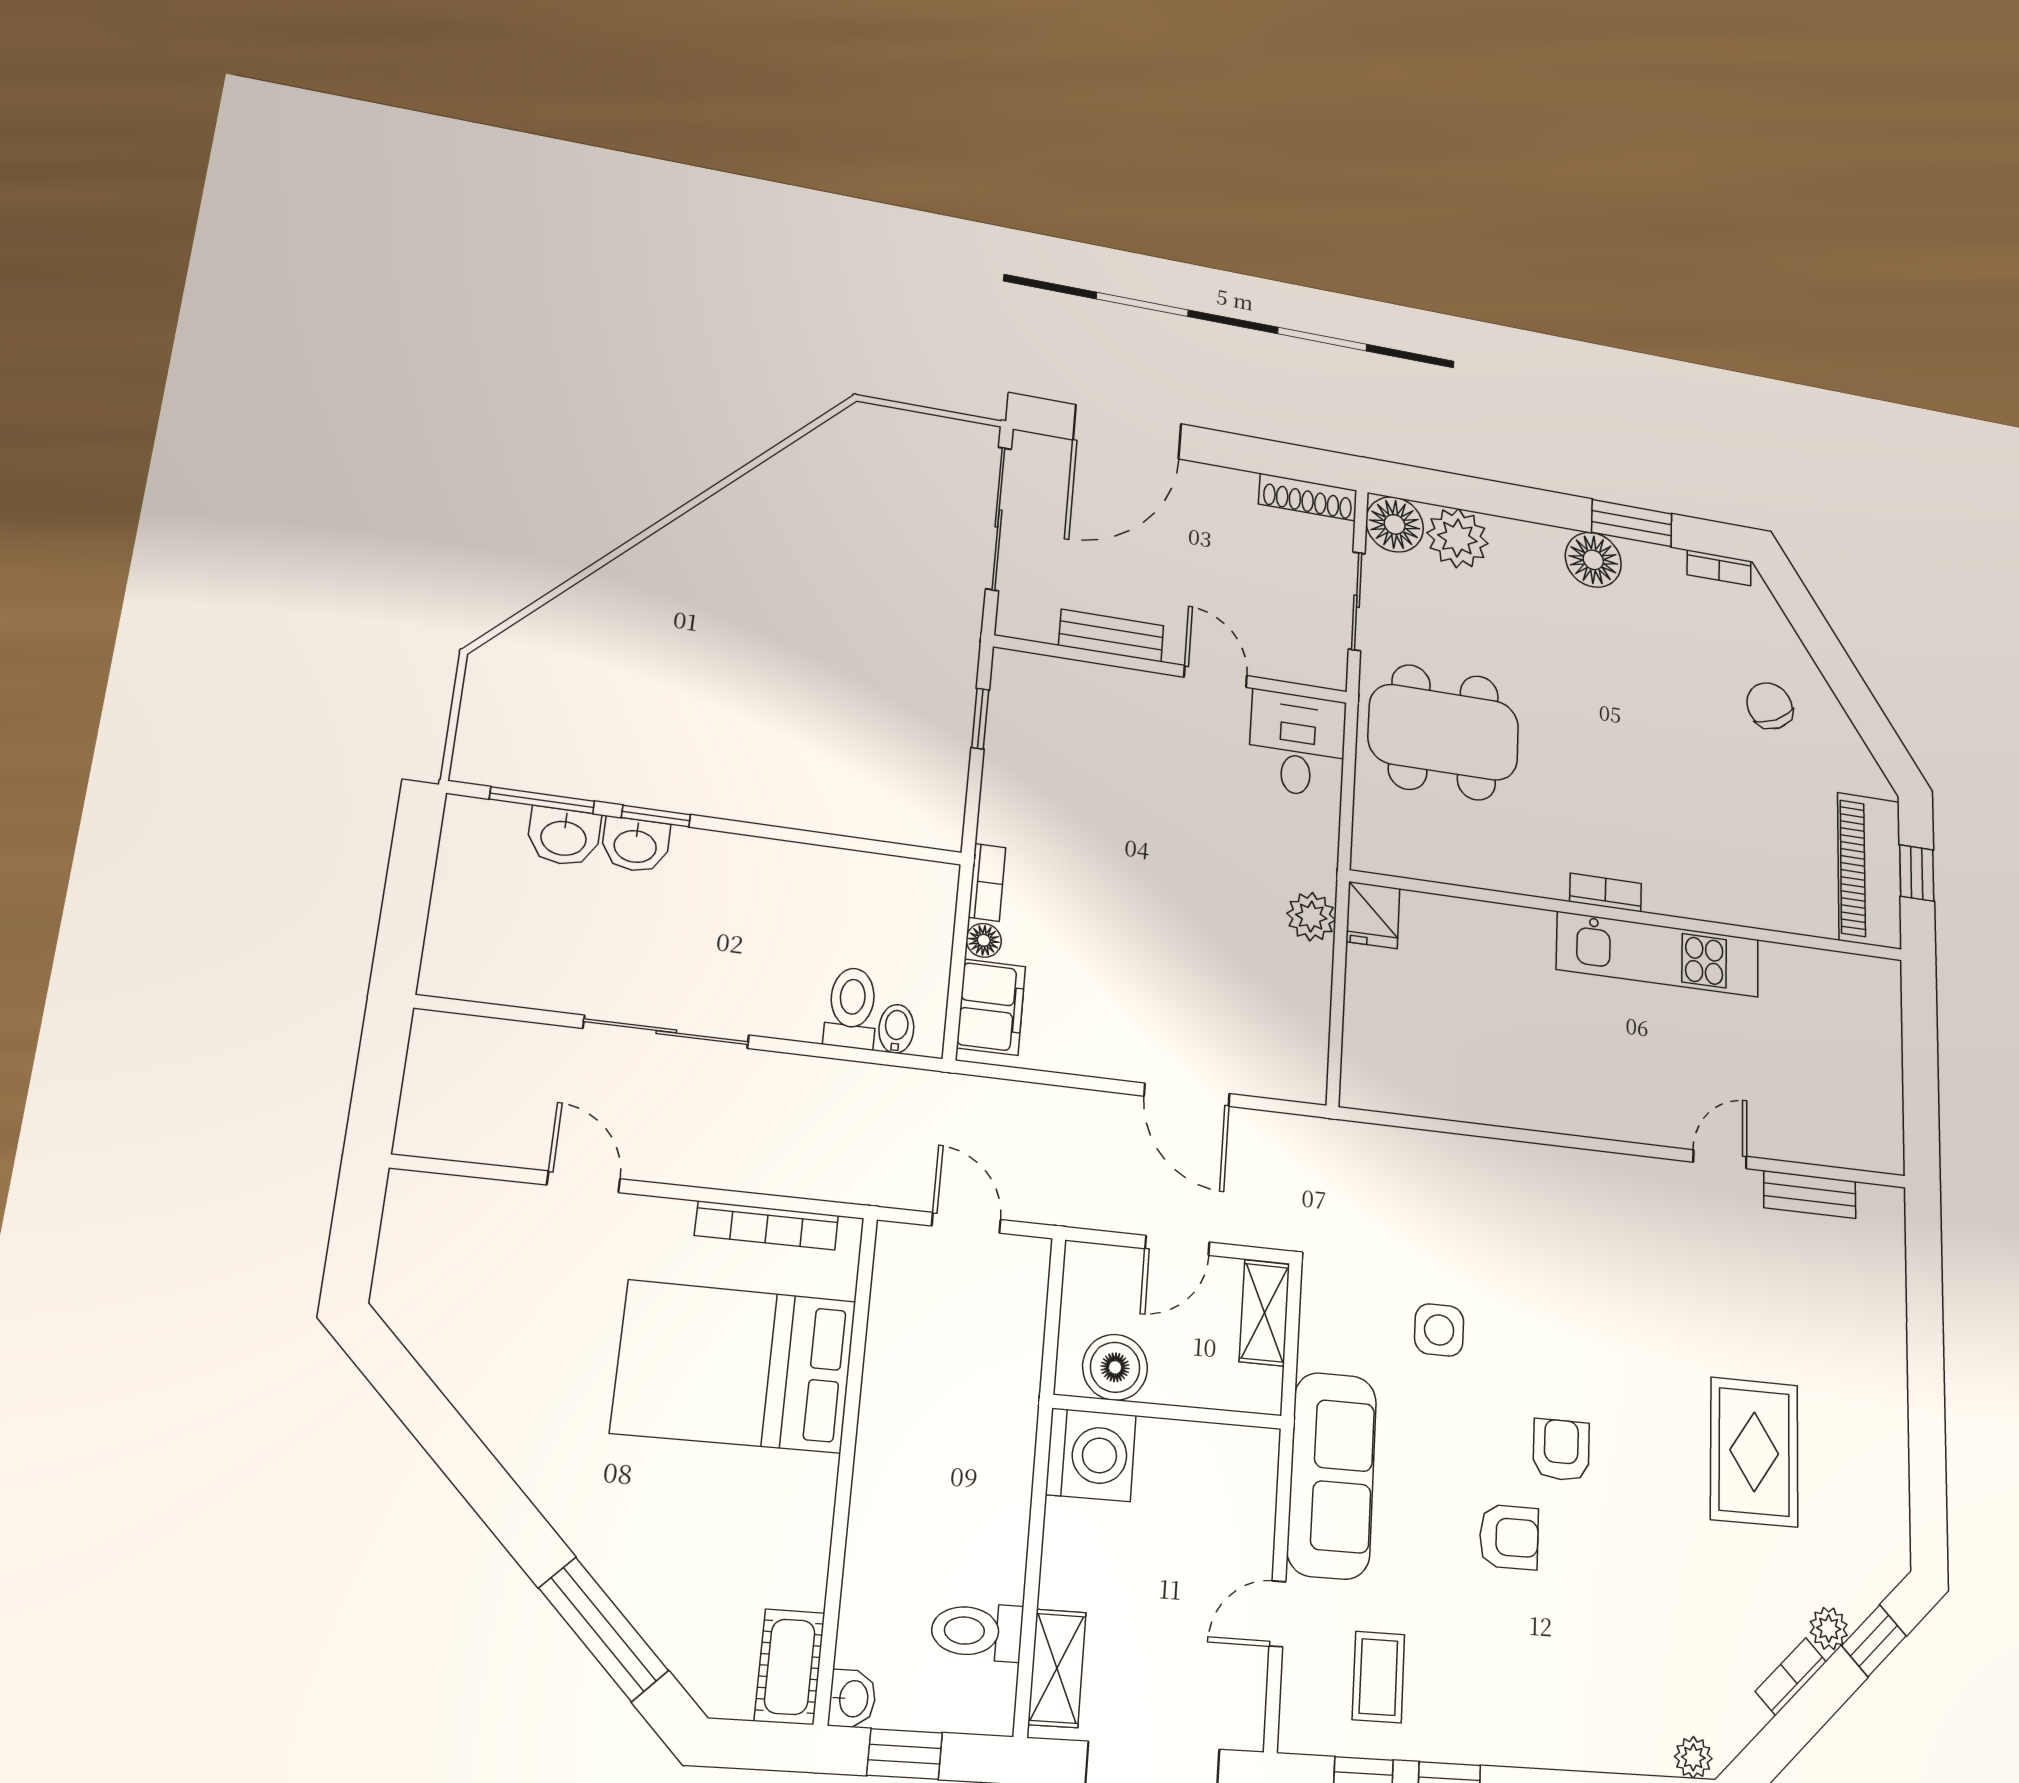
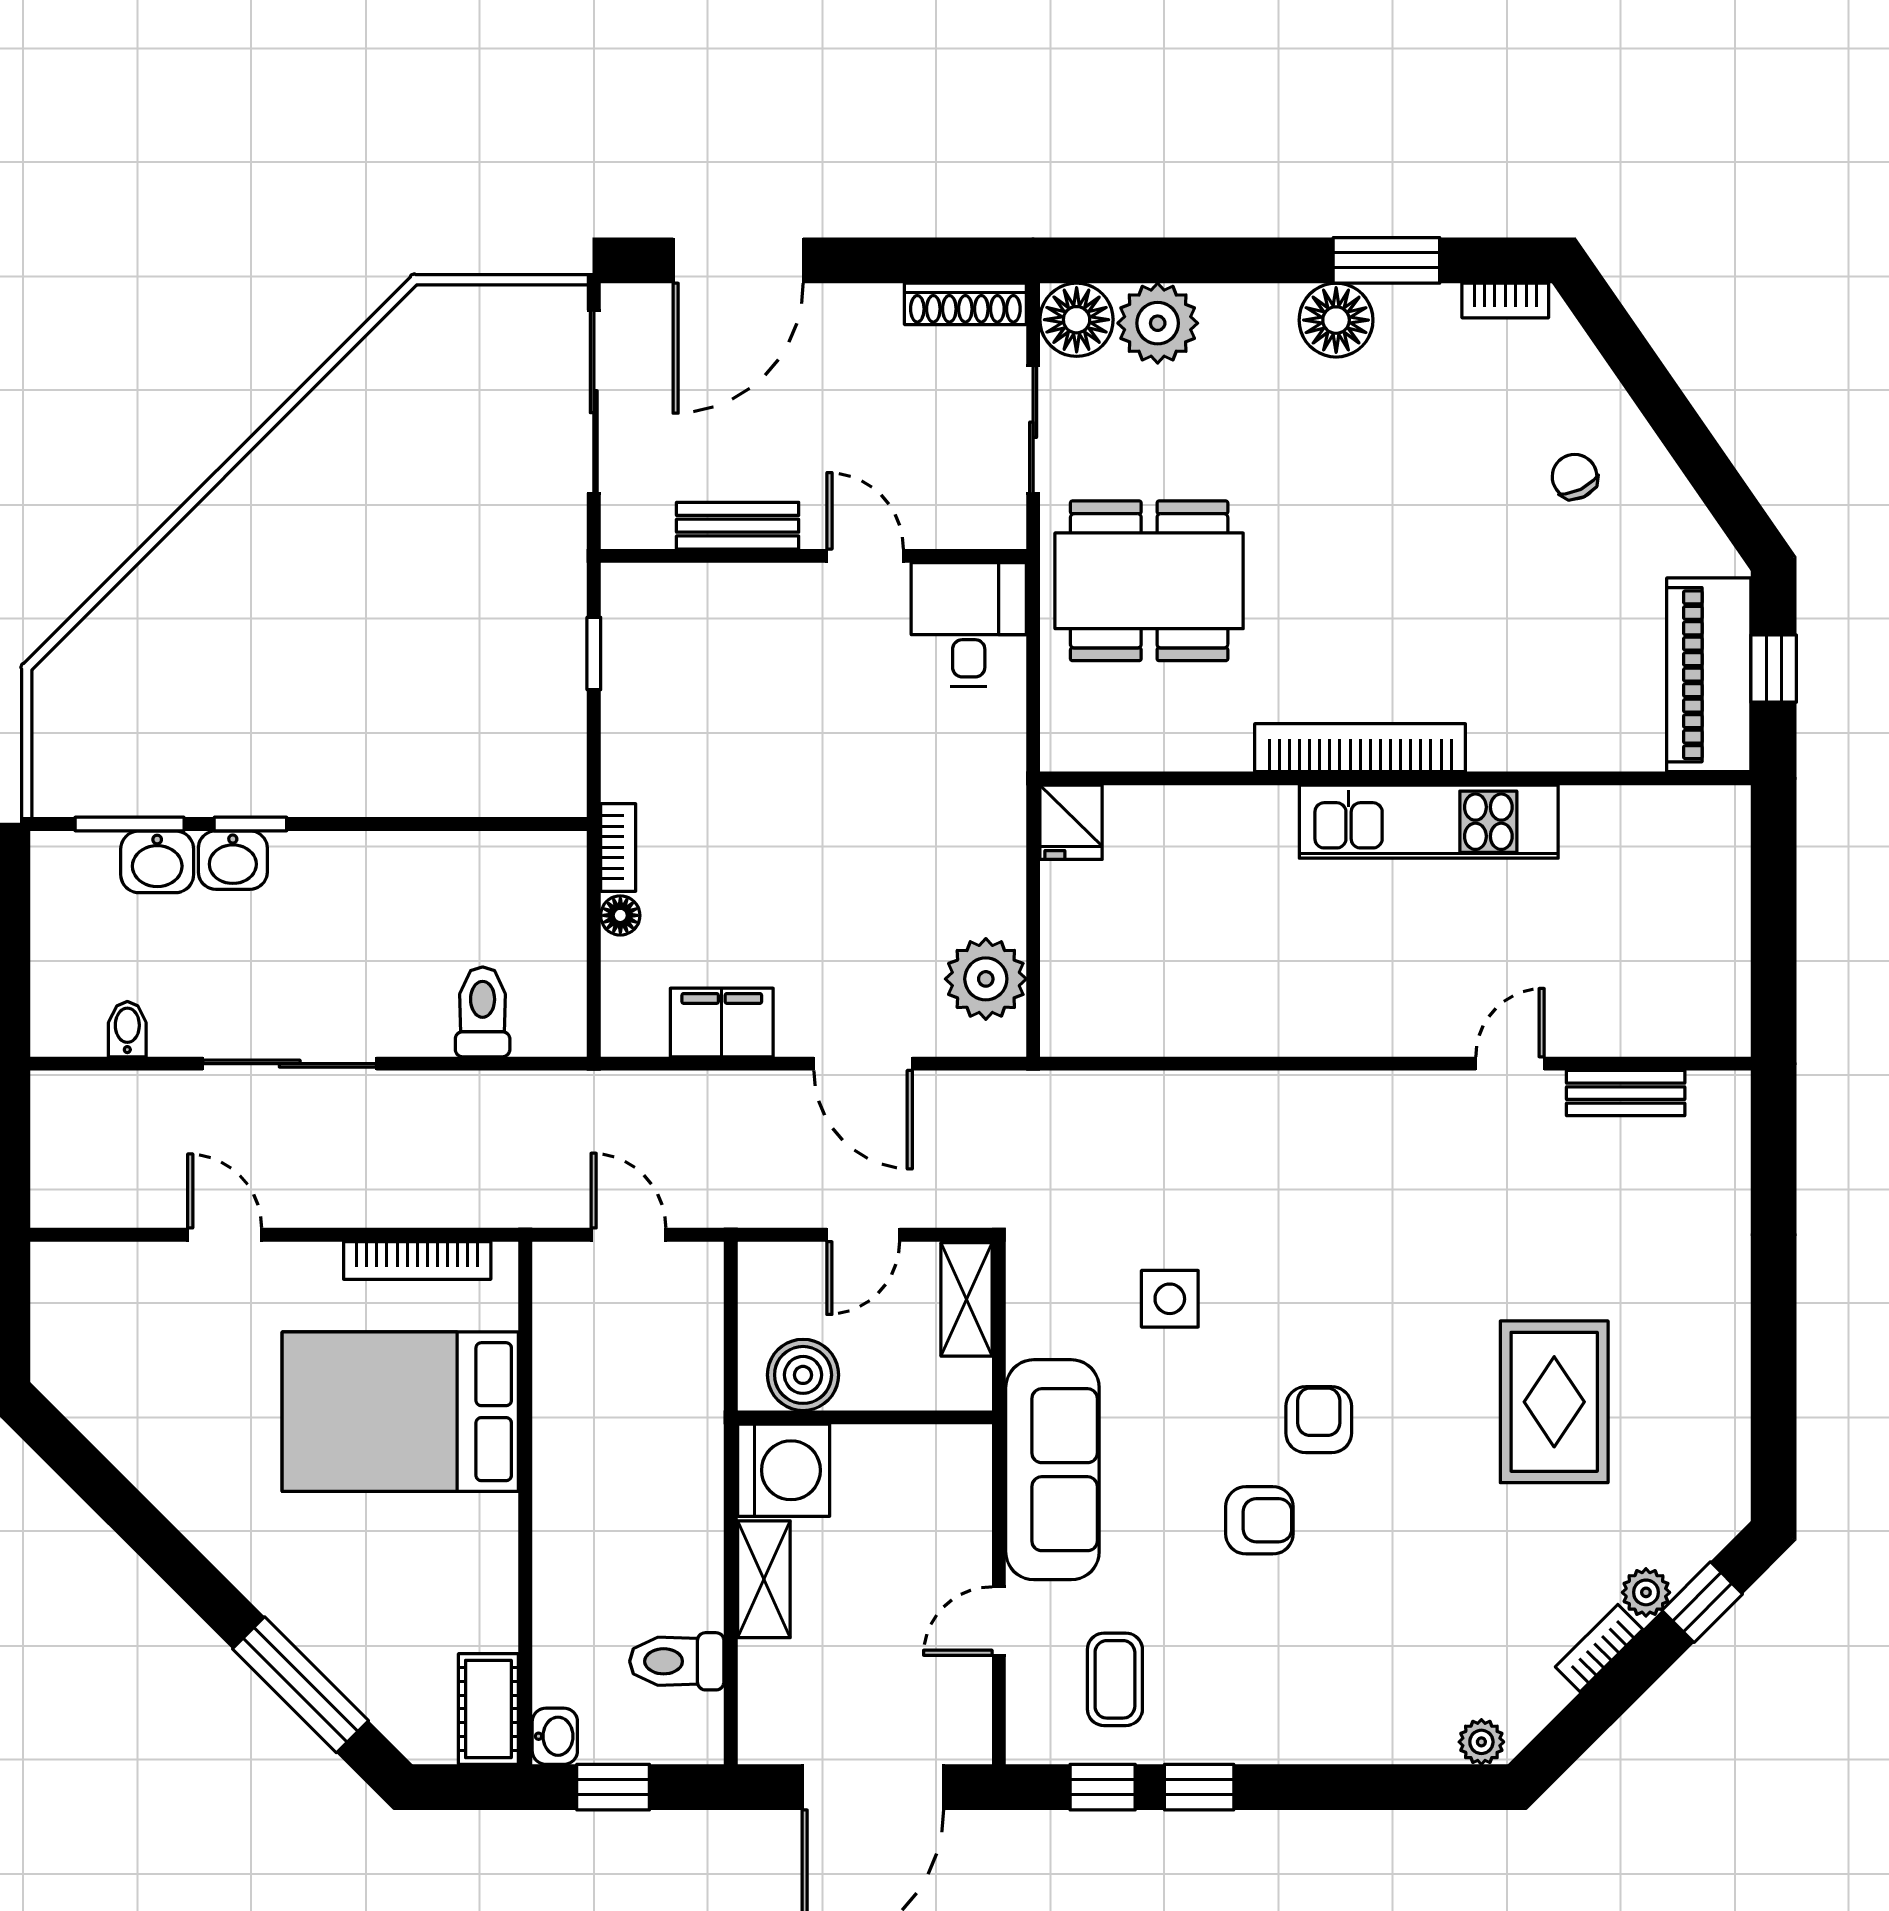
chair: (1770, 706) -> (1575, 477), width x0.73, depth x0.73
bookcase: (1606, 892) -> (1360, 748), width x2.31, depth x1.31
plant: (1311, 917) -> (986, 979), moved, width x1.36, depth x1.36
filing cabinet: (991, 1007) -> (722, 1022), moved, turned -90
bidet: (896, 1029) -> (127, 1029), moved
shelving: (1057, 1668) -> (764, 1579), moved

